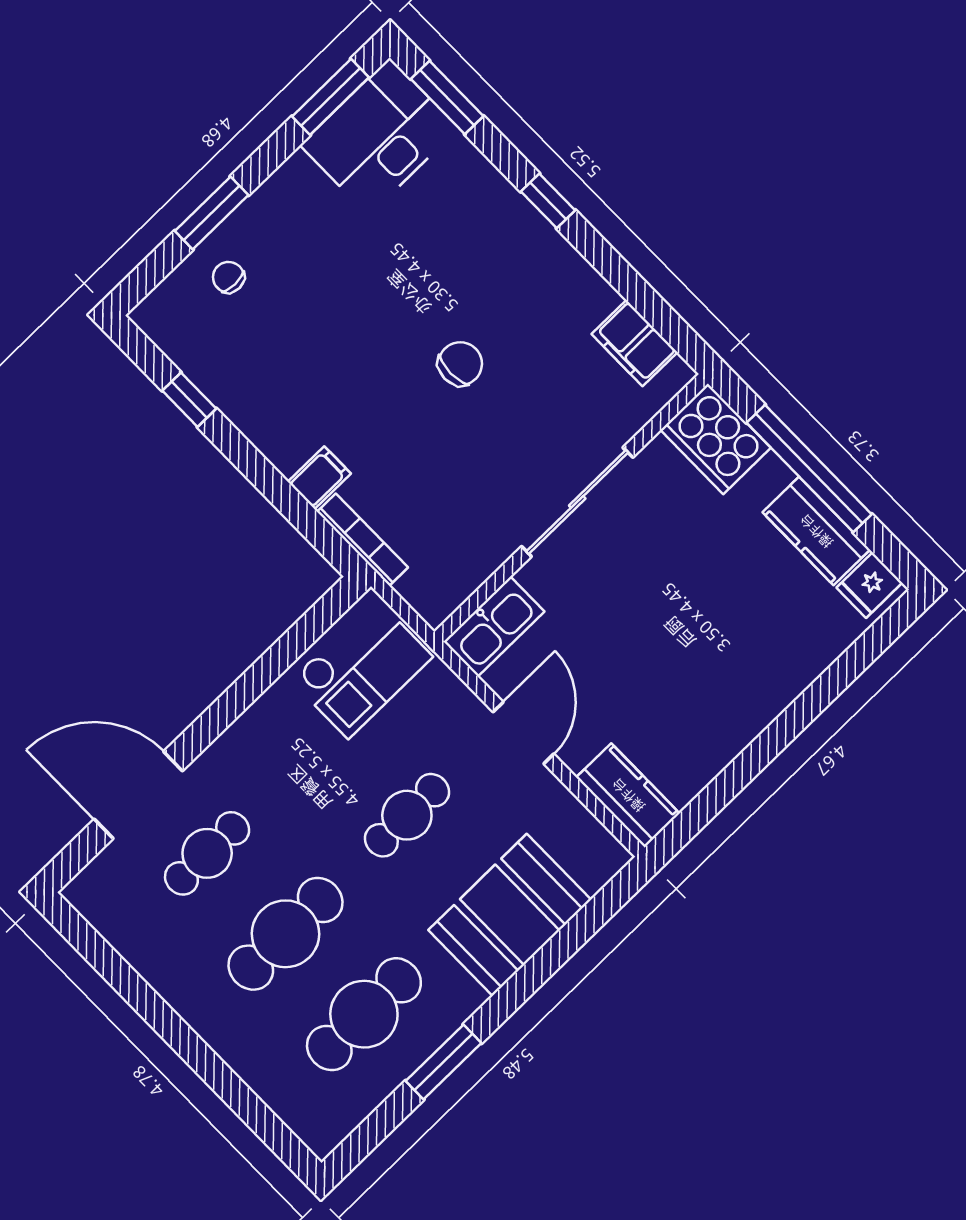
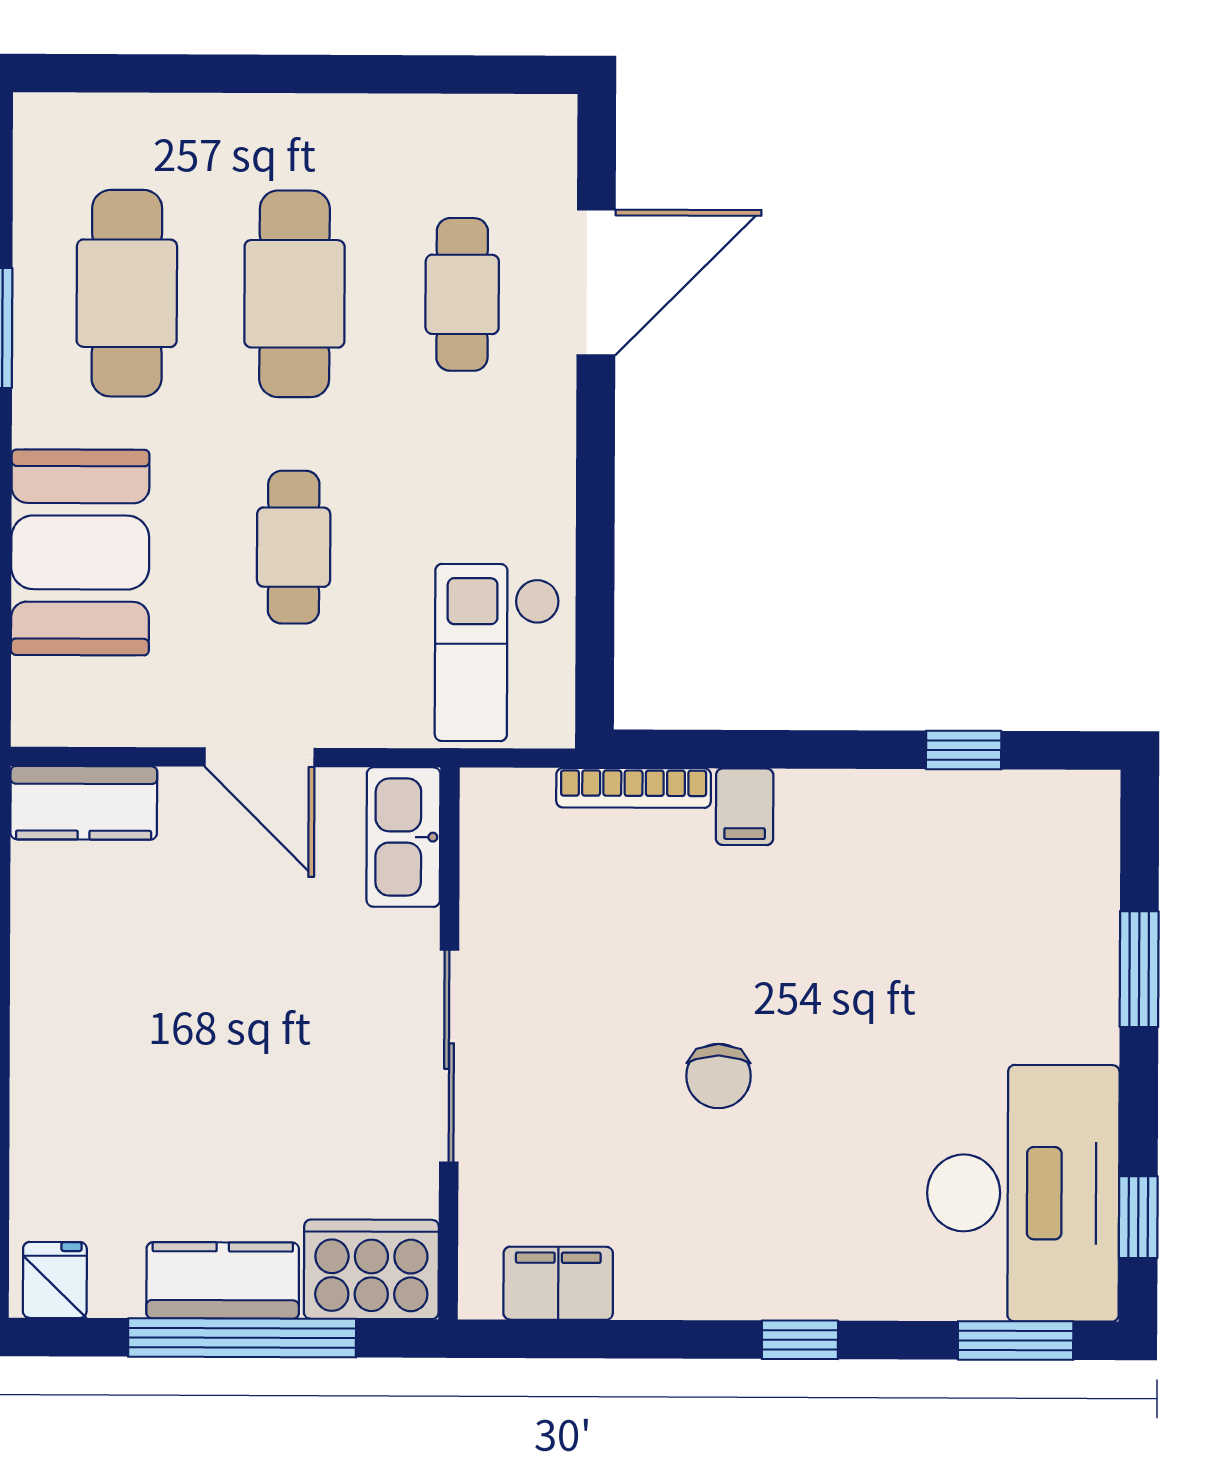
window: (331, 97) -> (1138, 1217), width x0.67
desk: (379, 137) -> (1023, 1193), width x1.36, depth x1.30
chair: (229, 277) -> (1053, 920), removed
kitchen counter: (816, 531) -> (223, 1280), moved

